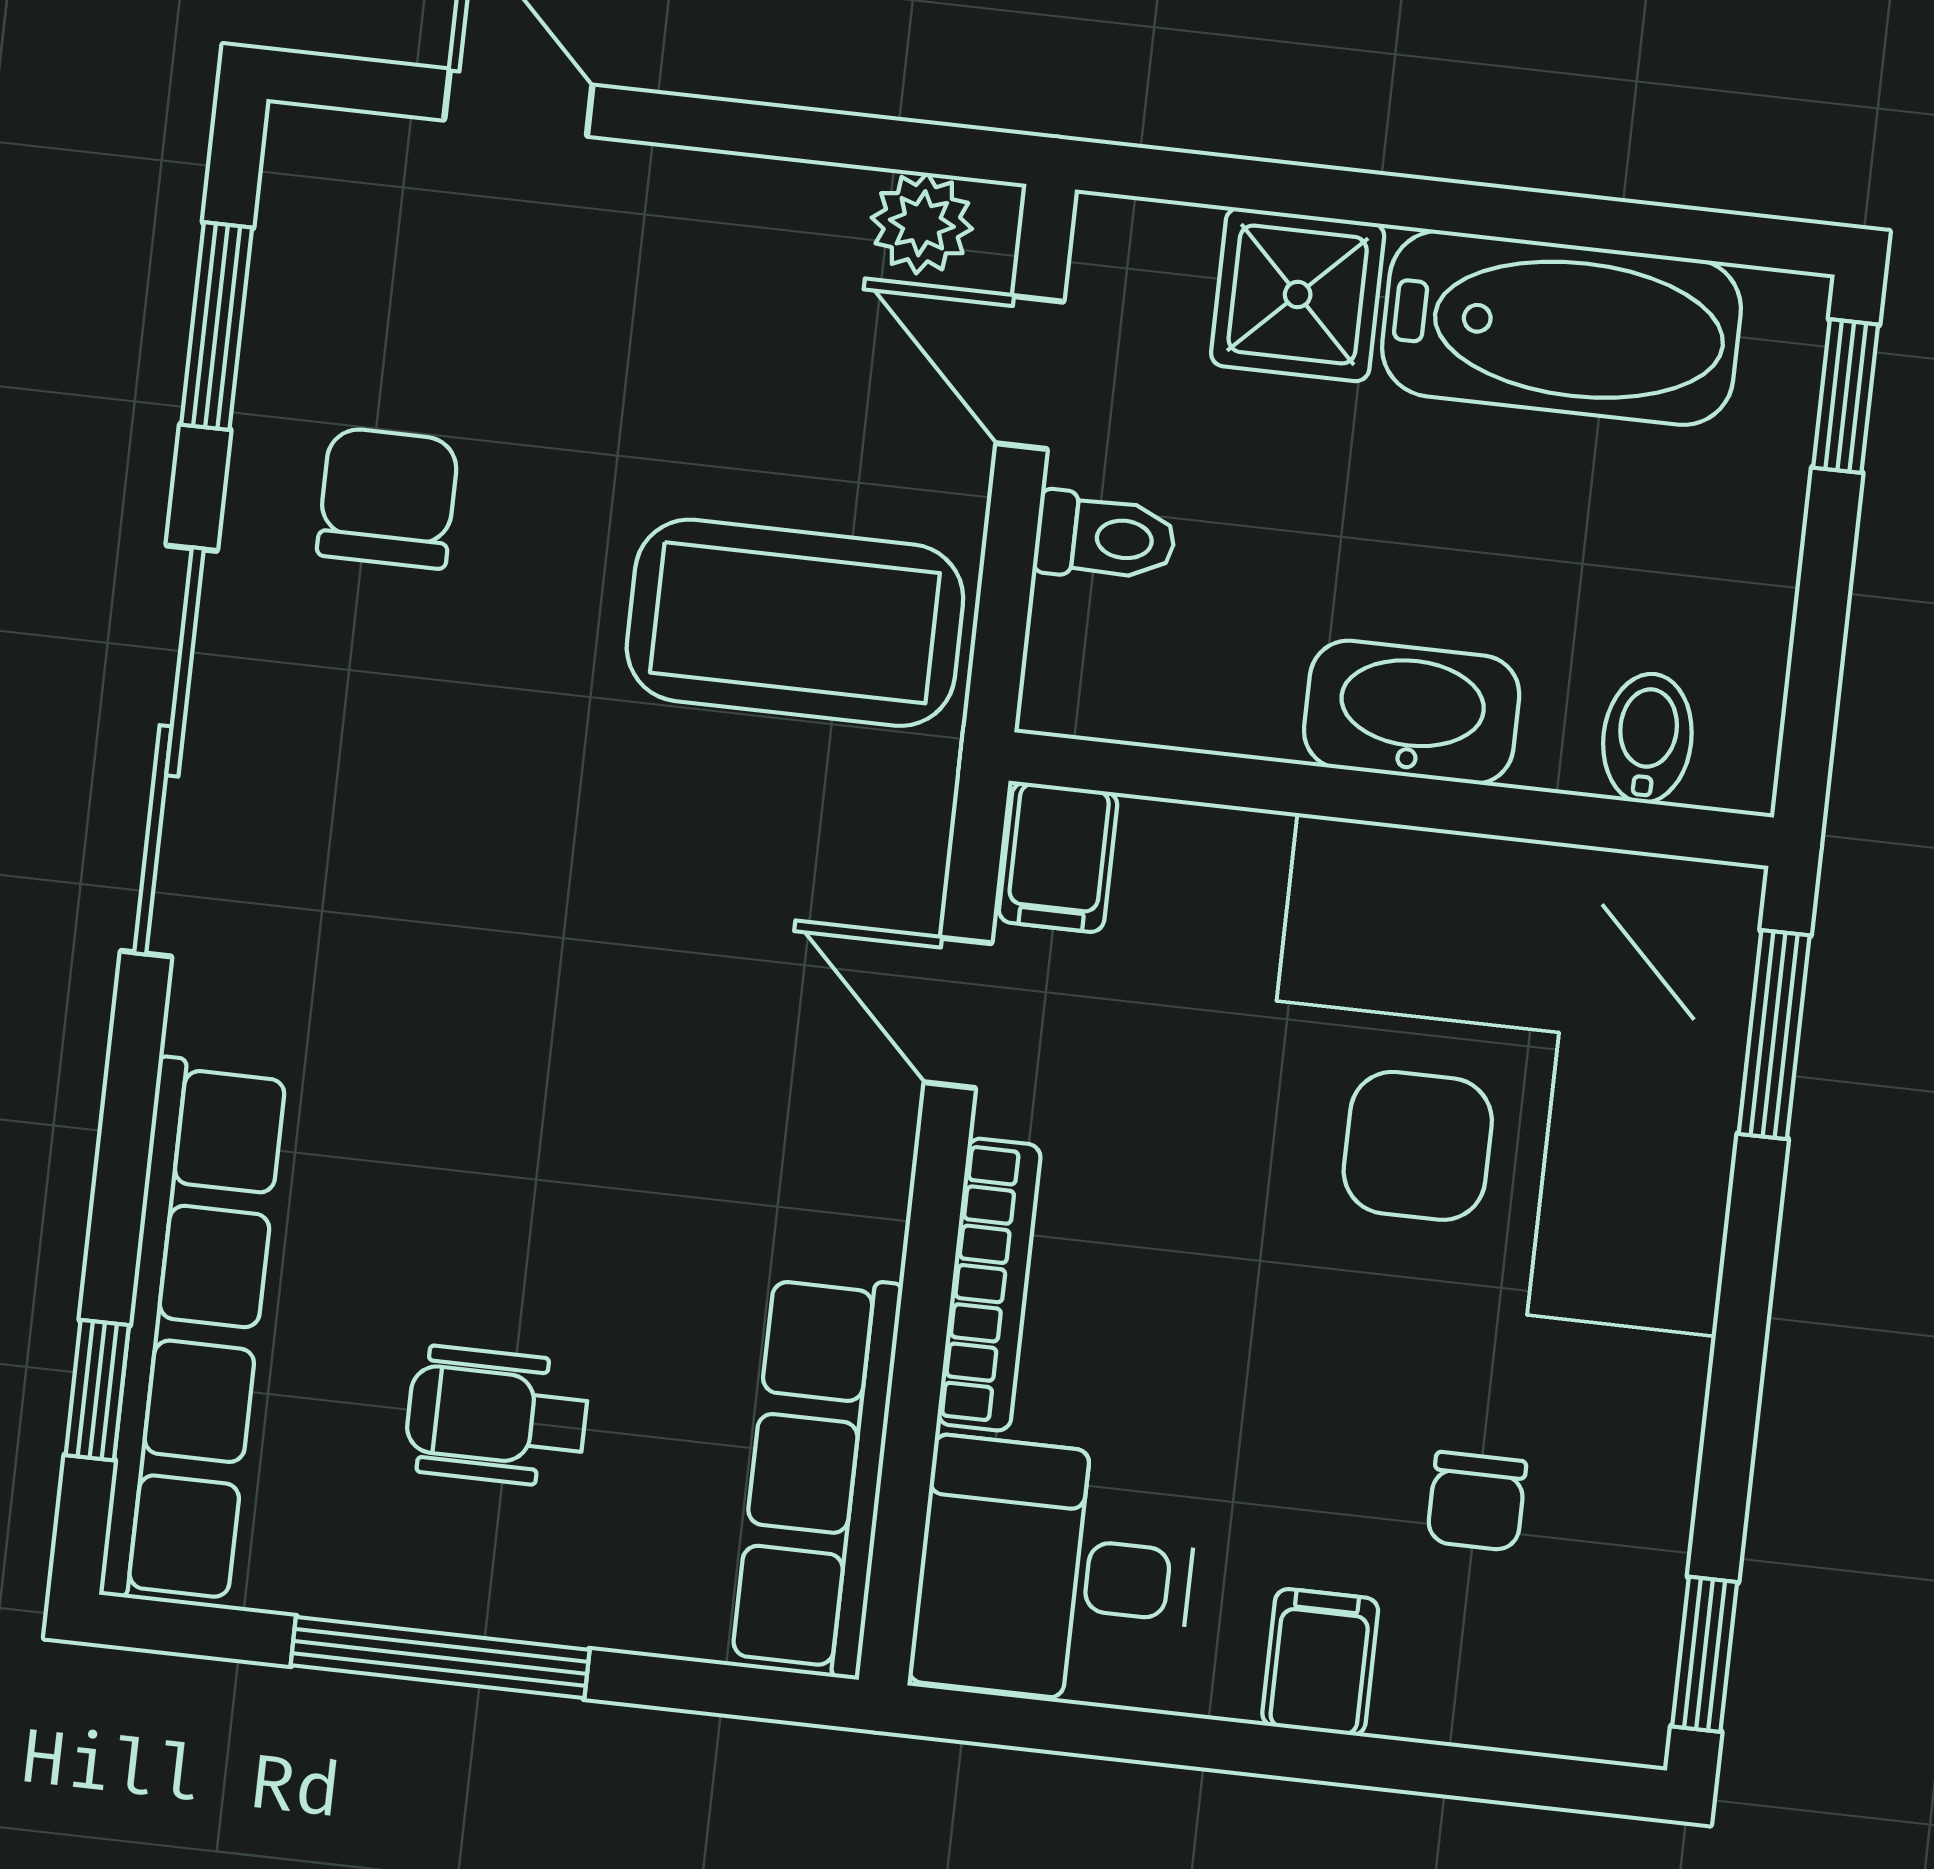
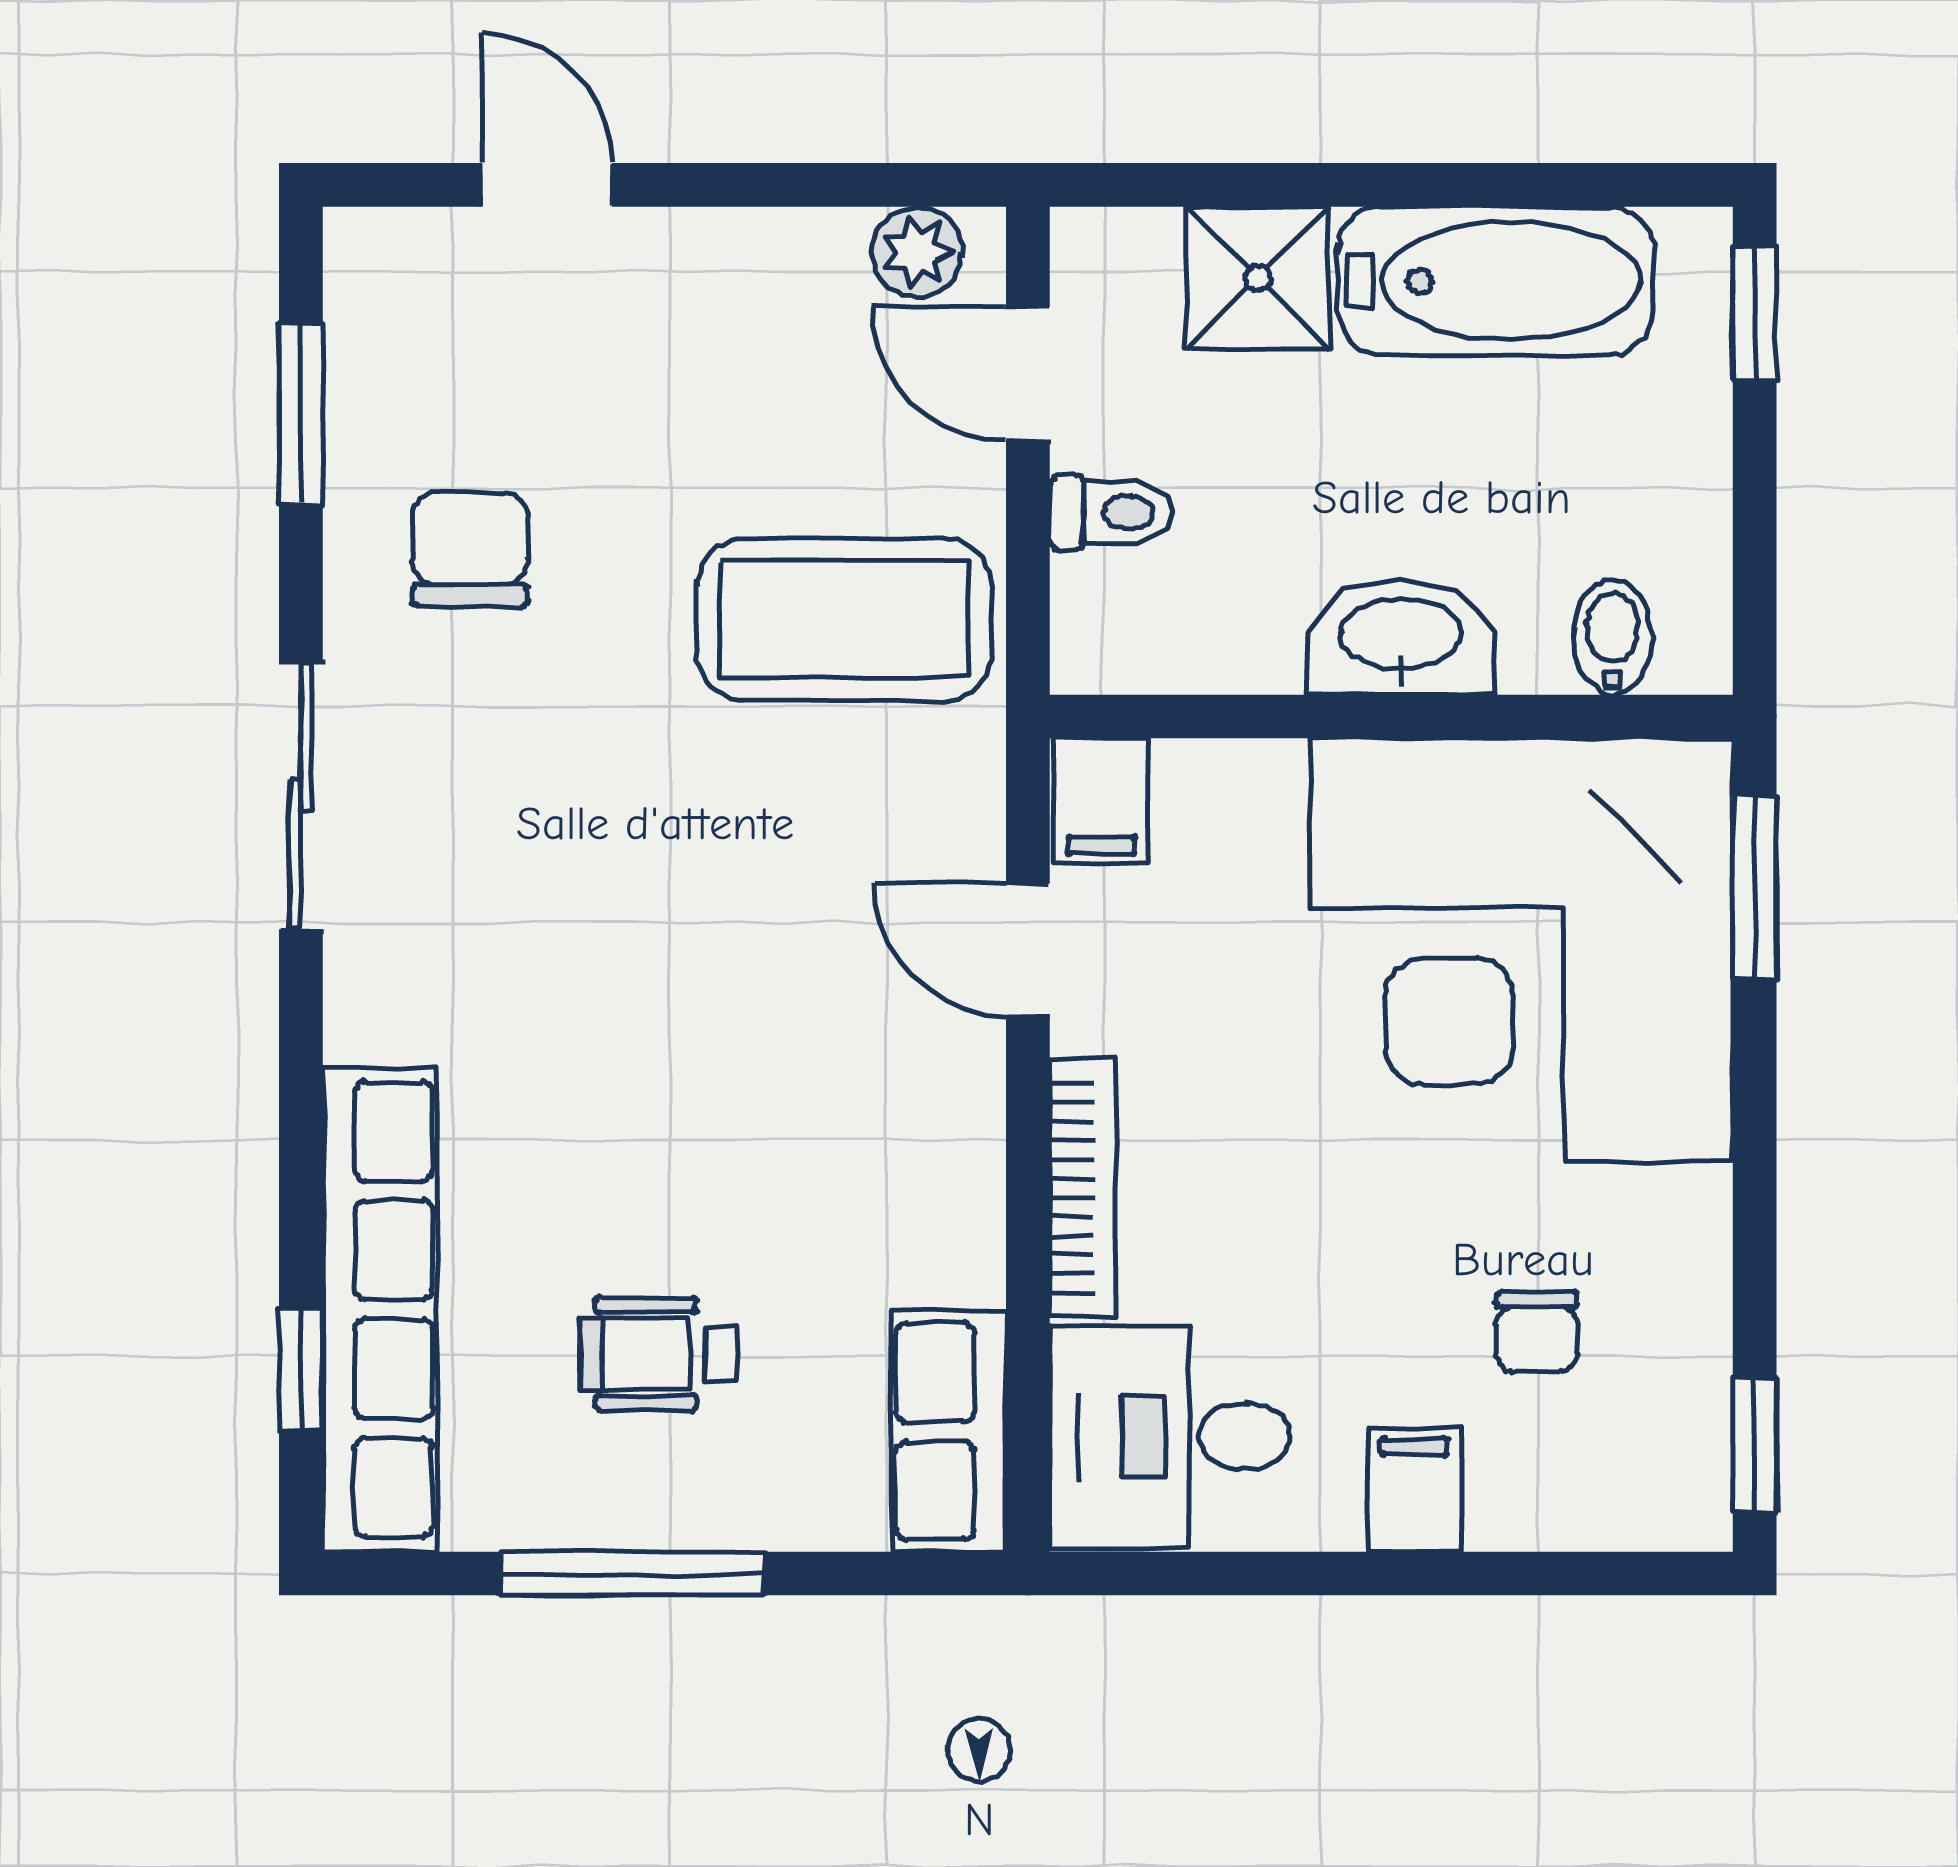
sliding door: (169, 751) -> (301, 795), width x0.73
row of seats: (817, 1475) -> (949, 1431), width x0.68

